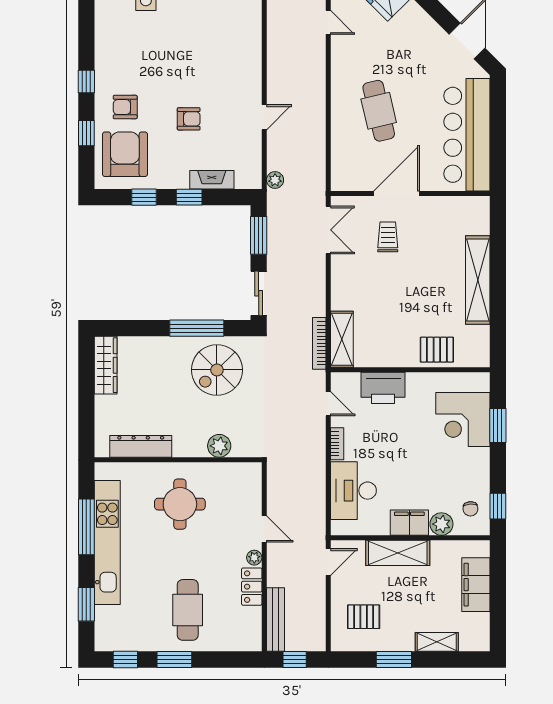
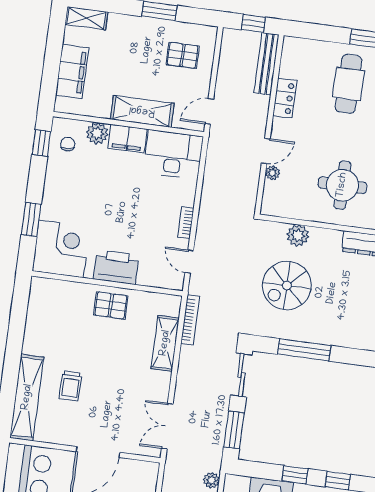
trolley: (388, 237) -> (71, 386), moved
shelving: (478, 280) -> (27, 397), moved
shelving: (342, 339) -> (165, 343), moved
pallet: (437, 350) -> (111, 305), moved
spiral stairs: (217, 370) -> (287, 286), moved, turned 180
printer: (383, 388) -> (116, 267), moved
corner desk: (463, 419) -> (61, 249), moved
desk: (353, 491) -> (173, 154), moved, turned -90
door: (264, 529) -> (266, 151), swing flipped
plant: (254, 558) -> (272, 173), moved
shelving: (437, 642) -> (86, 18), moved

